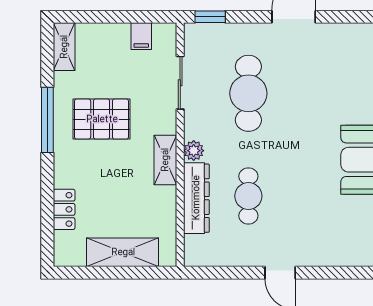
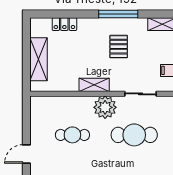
pallet: (102, 119) -> (119, 47), width x0.67, depth x0.71
plant: (194, 151) -> (105, 107), width x1.87, depth x1.87
dresser: (196, 198) -> (71, 104), removed

